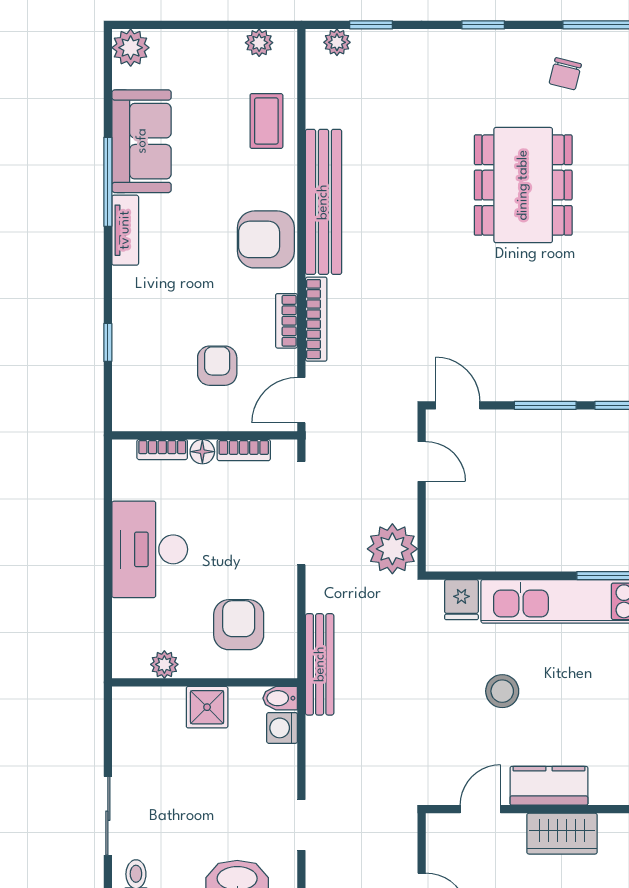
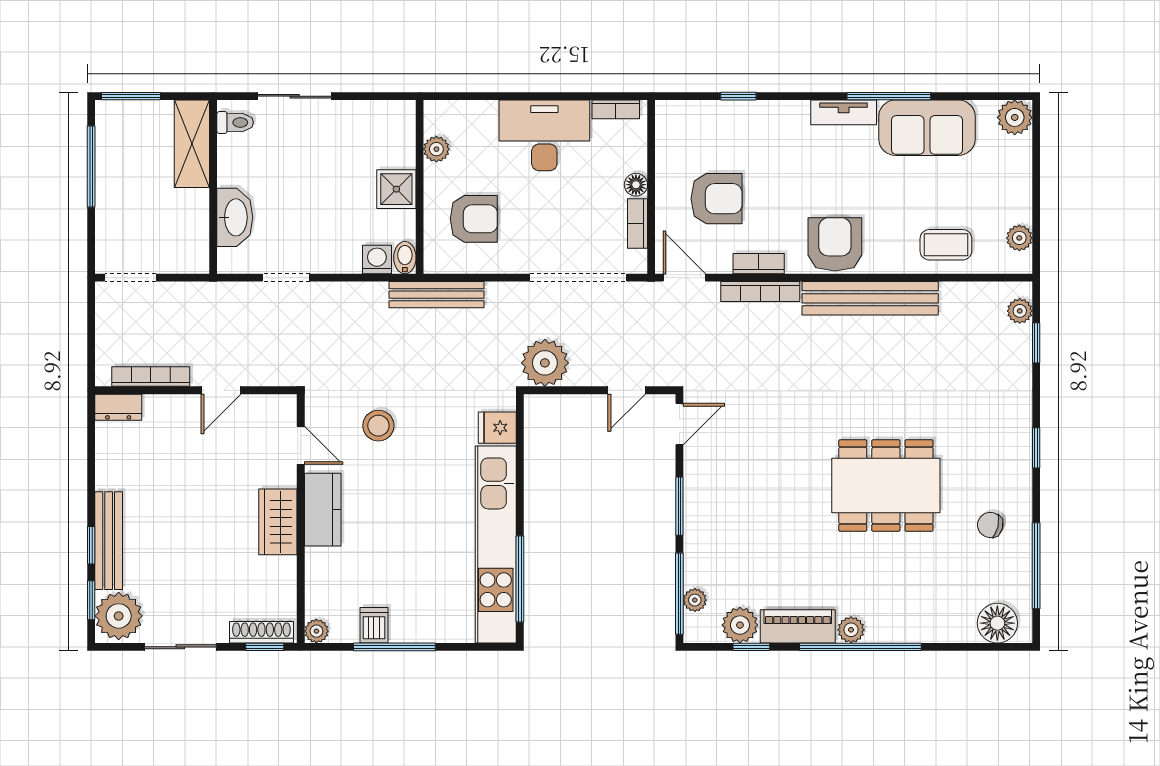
armchair: (217, 366) -> (717, 199), width x1.38, depth x1.38
bookcase: (162, 450) -> (616, 109), moved, turned -90
stool: (502, 691) -> (378, 426), moved

